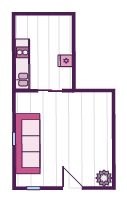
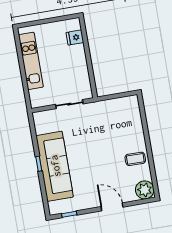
fridge: (65, 61) -> (75, 38), moved
kitchen unit: (23, 64) -> (31, 61), moved
coffee table: (100, 149) -> (135, 159), added

